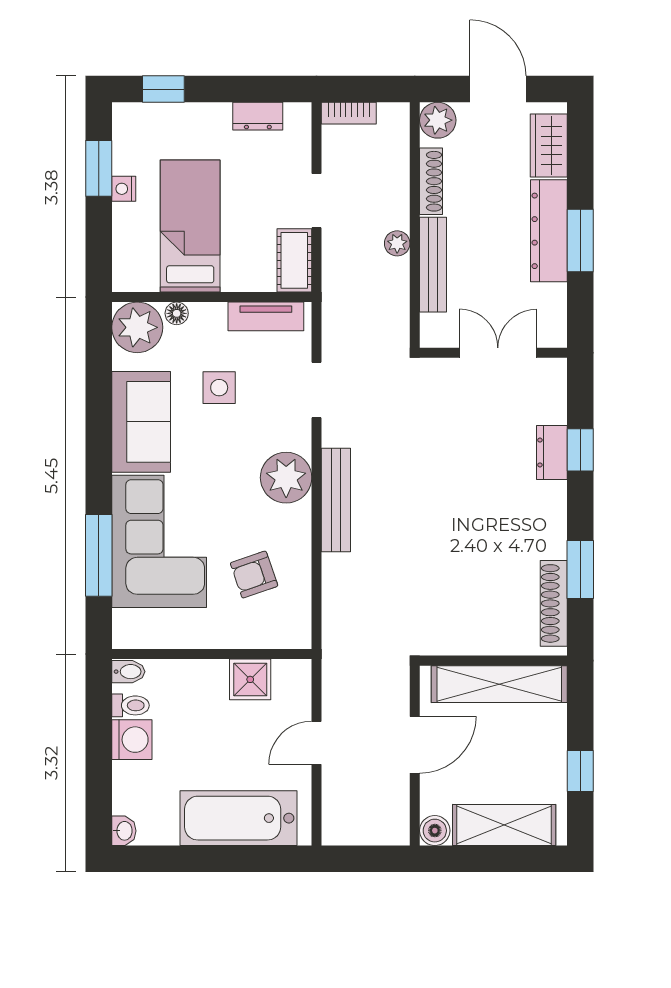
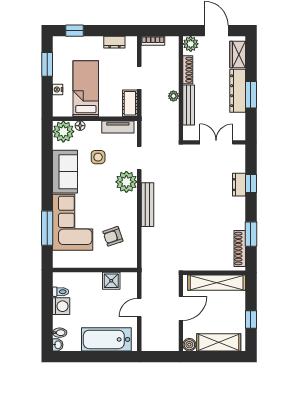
nightstand: (124, 189) -> (58, 90), moved
plant: (286, 478) -> (126, 182), moved
bidet: (128, 672) -> (60, 333), moved

